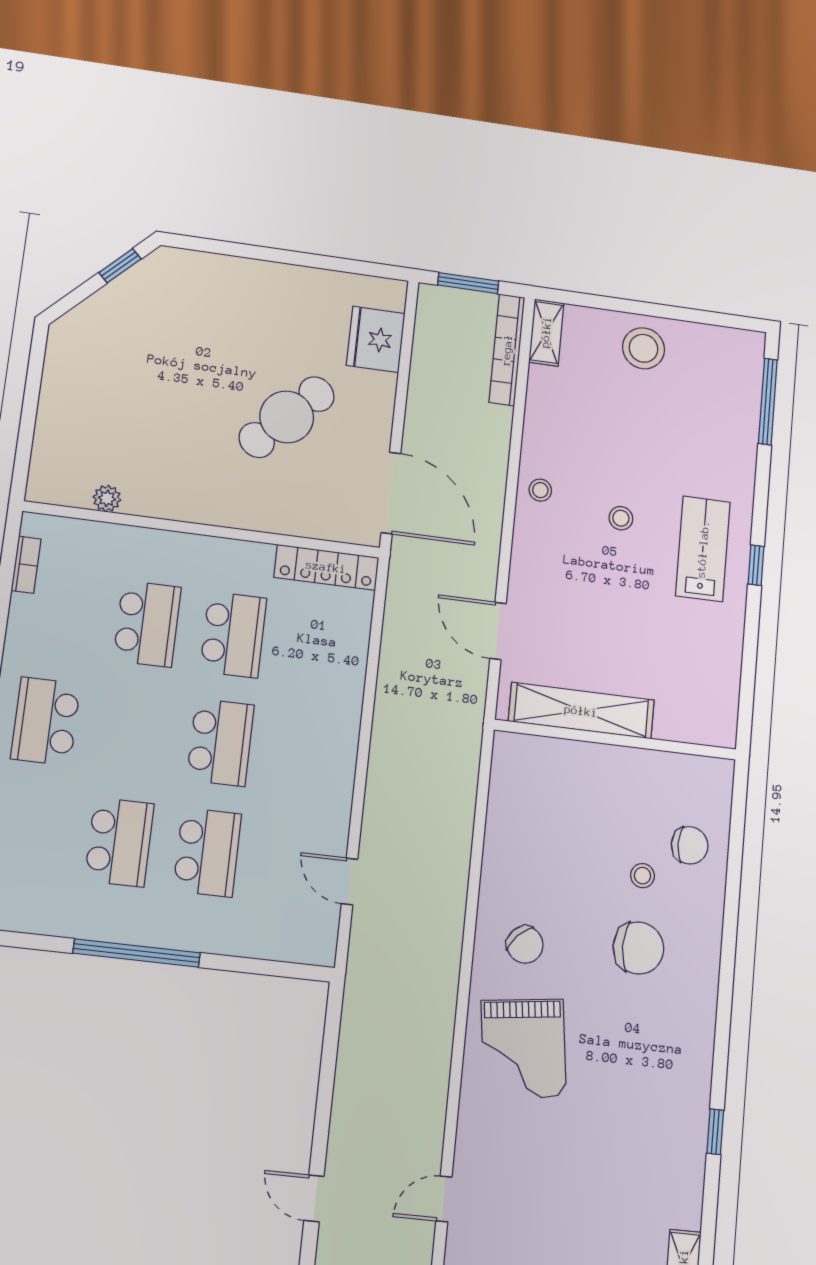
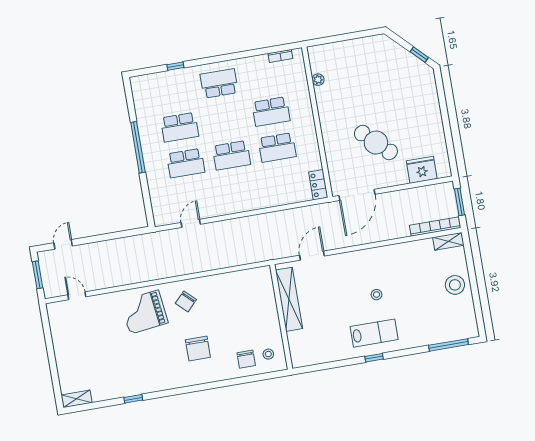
stool: (540, 490) -> (378, 257), removed
locker: (326, 567) -> (318, 185), width x0.66
stool: (642, 876) -> (268, 354), moved

